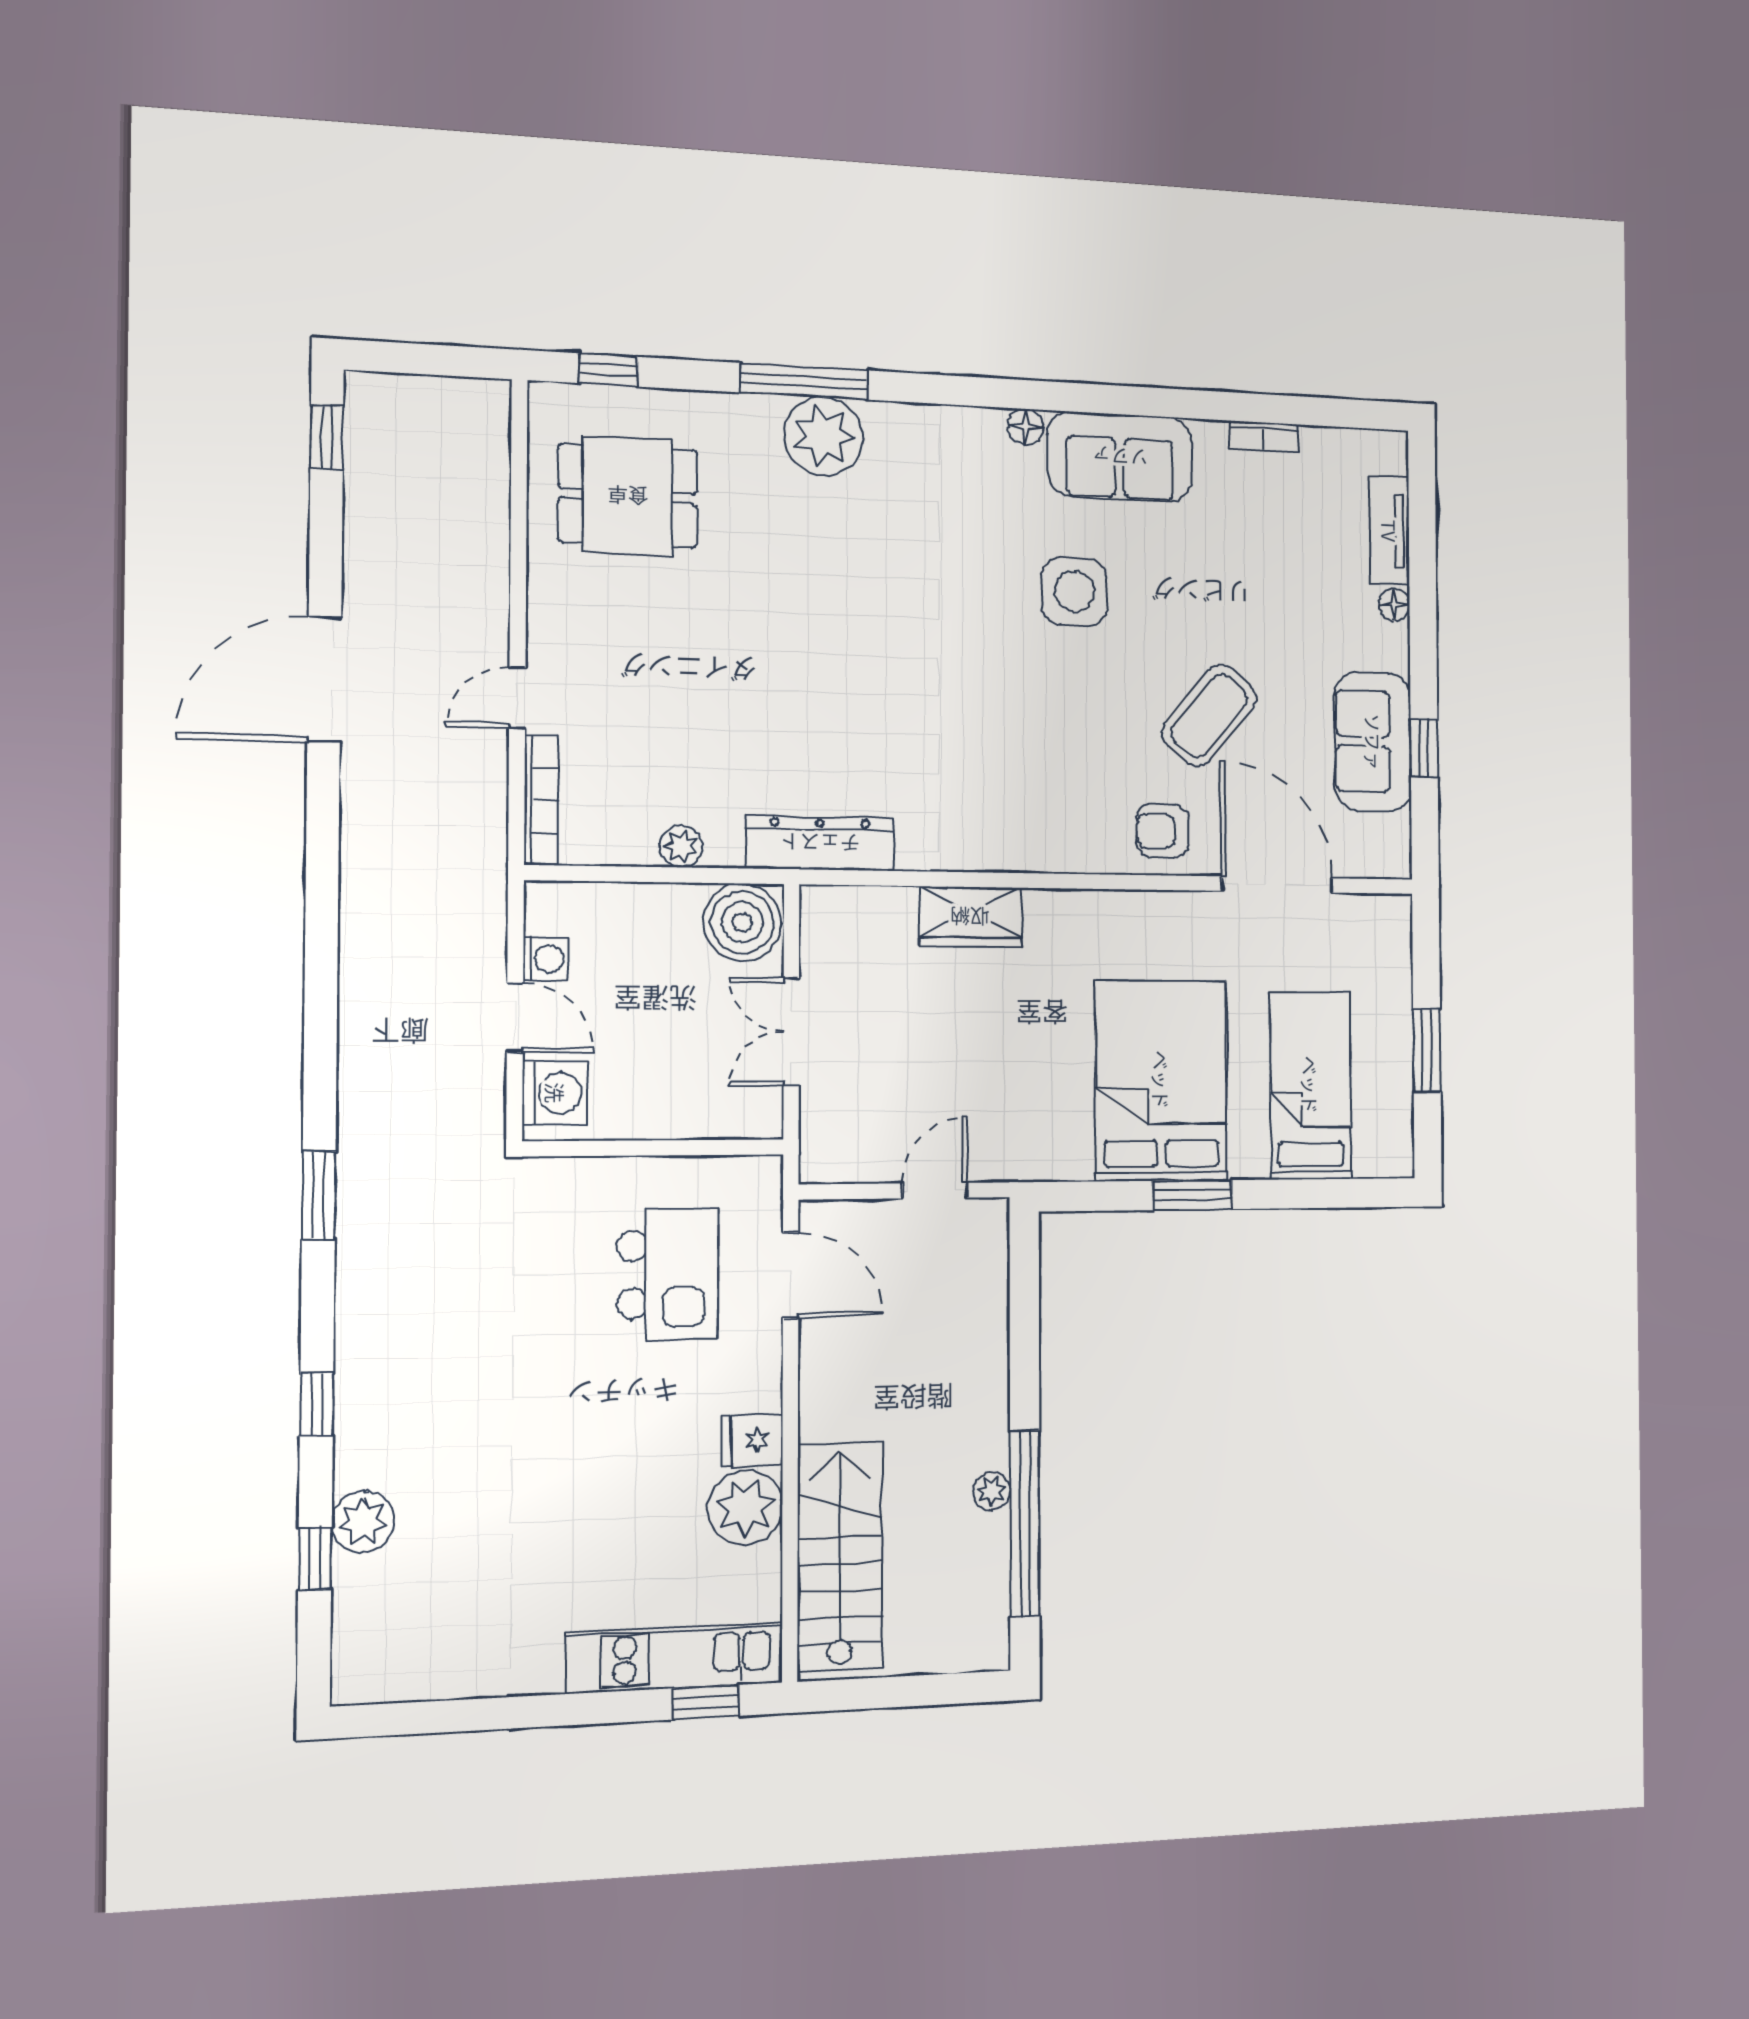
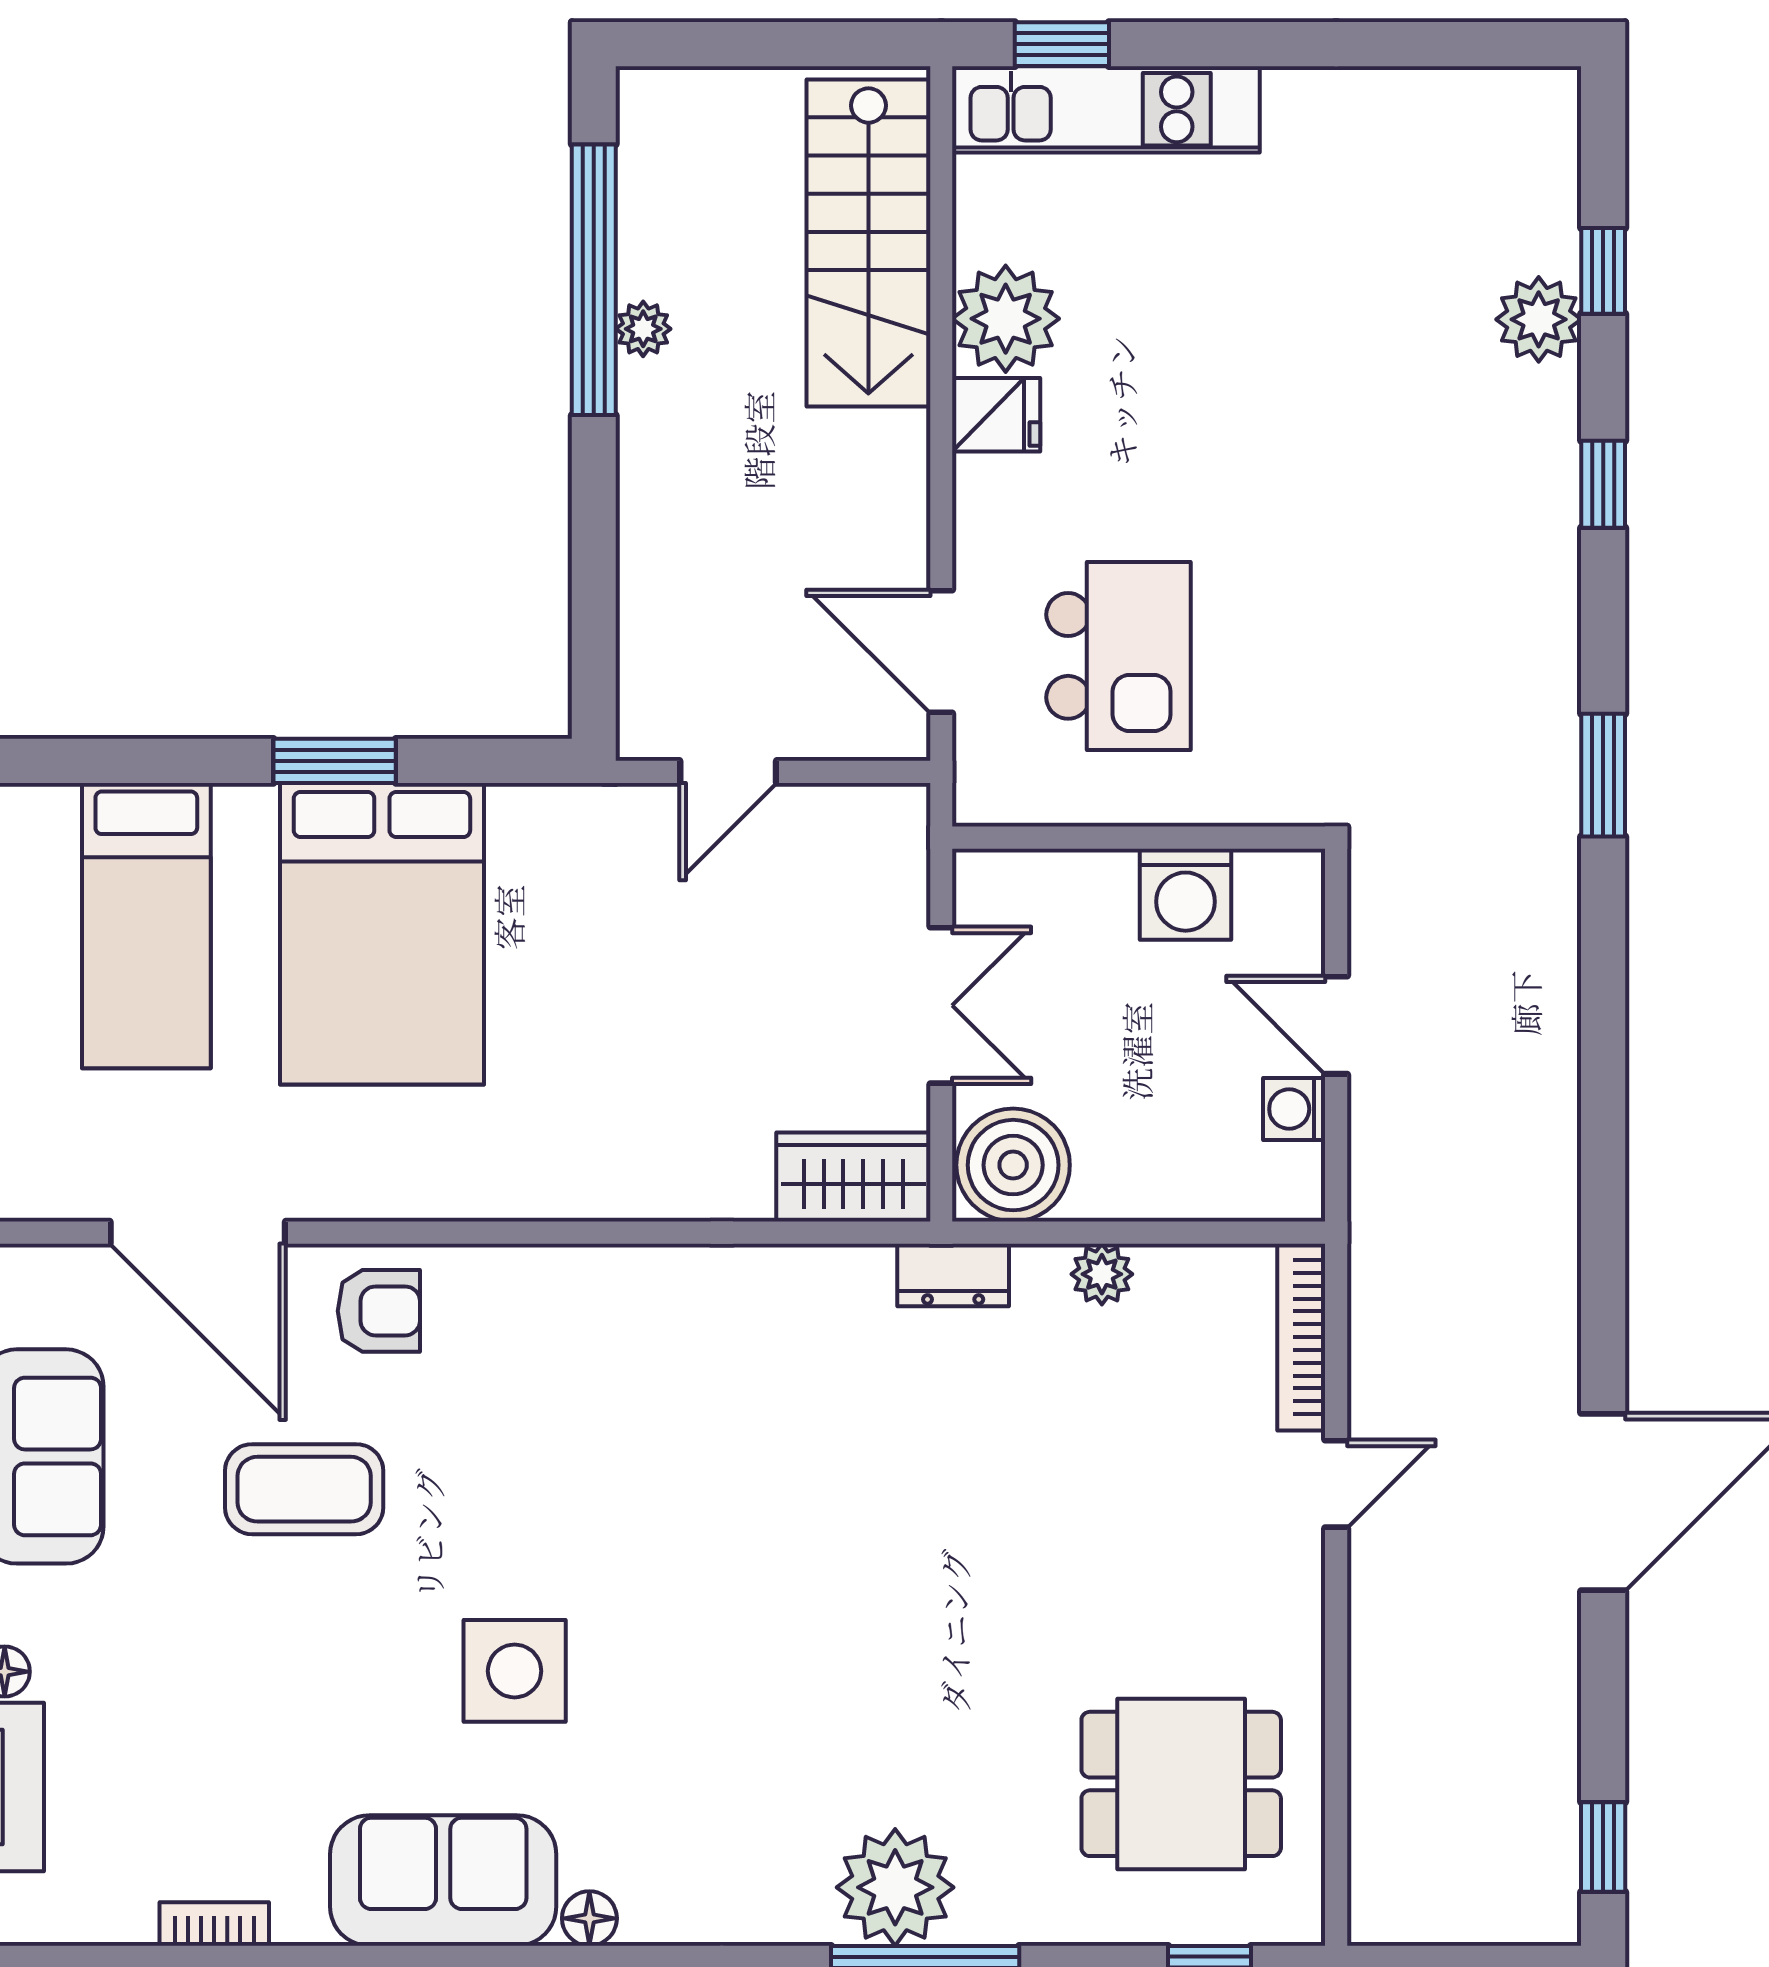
coffee table: (1209, 716) -> (304, 1489), turned 50
dresser: (820, 843) -> (953, 1275), width x0.51, depth x0.80
wardrobe: (970, 917) -> (853, 1177), moved
washing machine: (555, 1093) -> (1186, 894), moved, turned -90
kitchen island: (668, 1274) -> (1119, 656), turned 180

